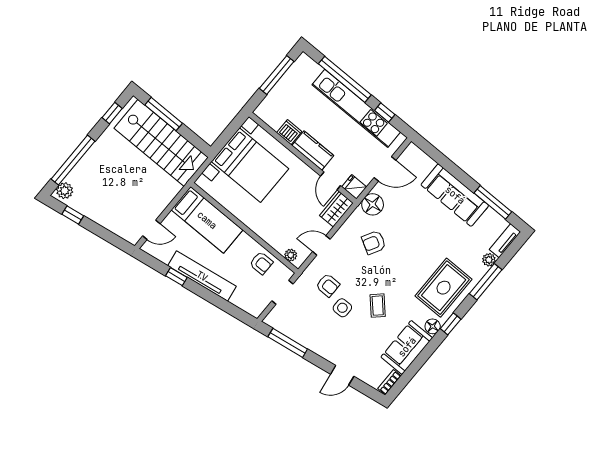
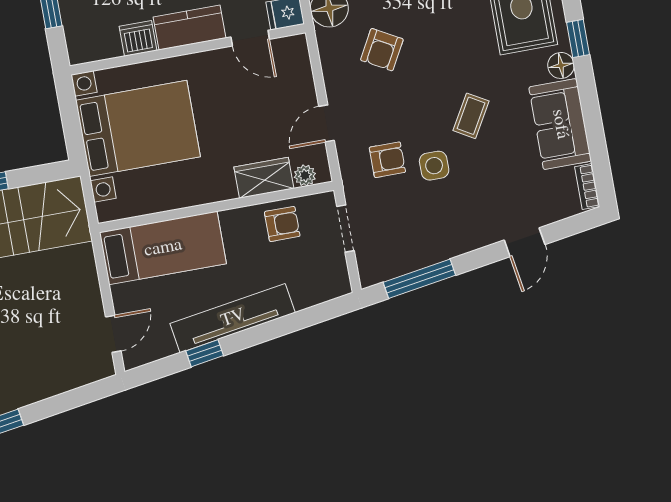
wardrobe: (336, 209) -> (264, 178), moved, turned 90
coffee table: (378, 306) -> (471, 116), turned 73

